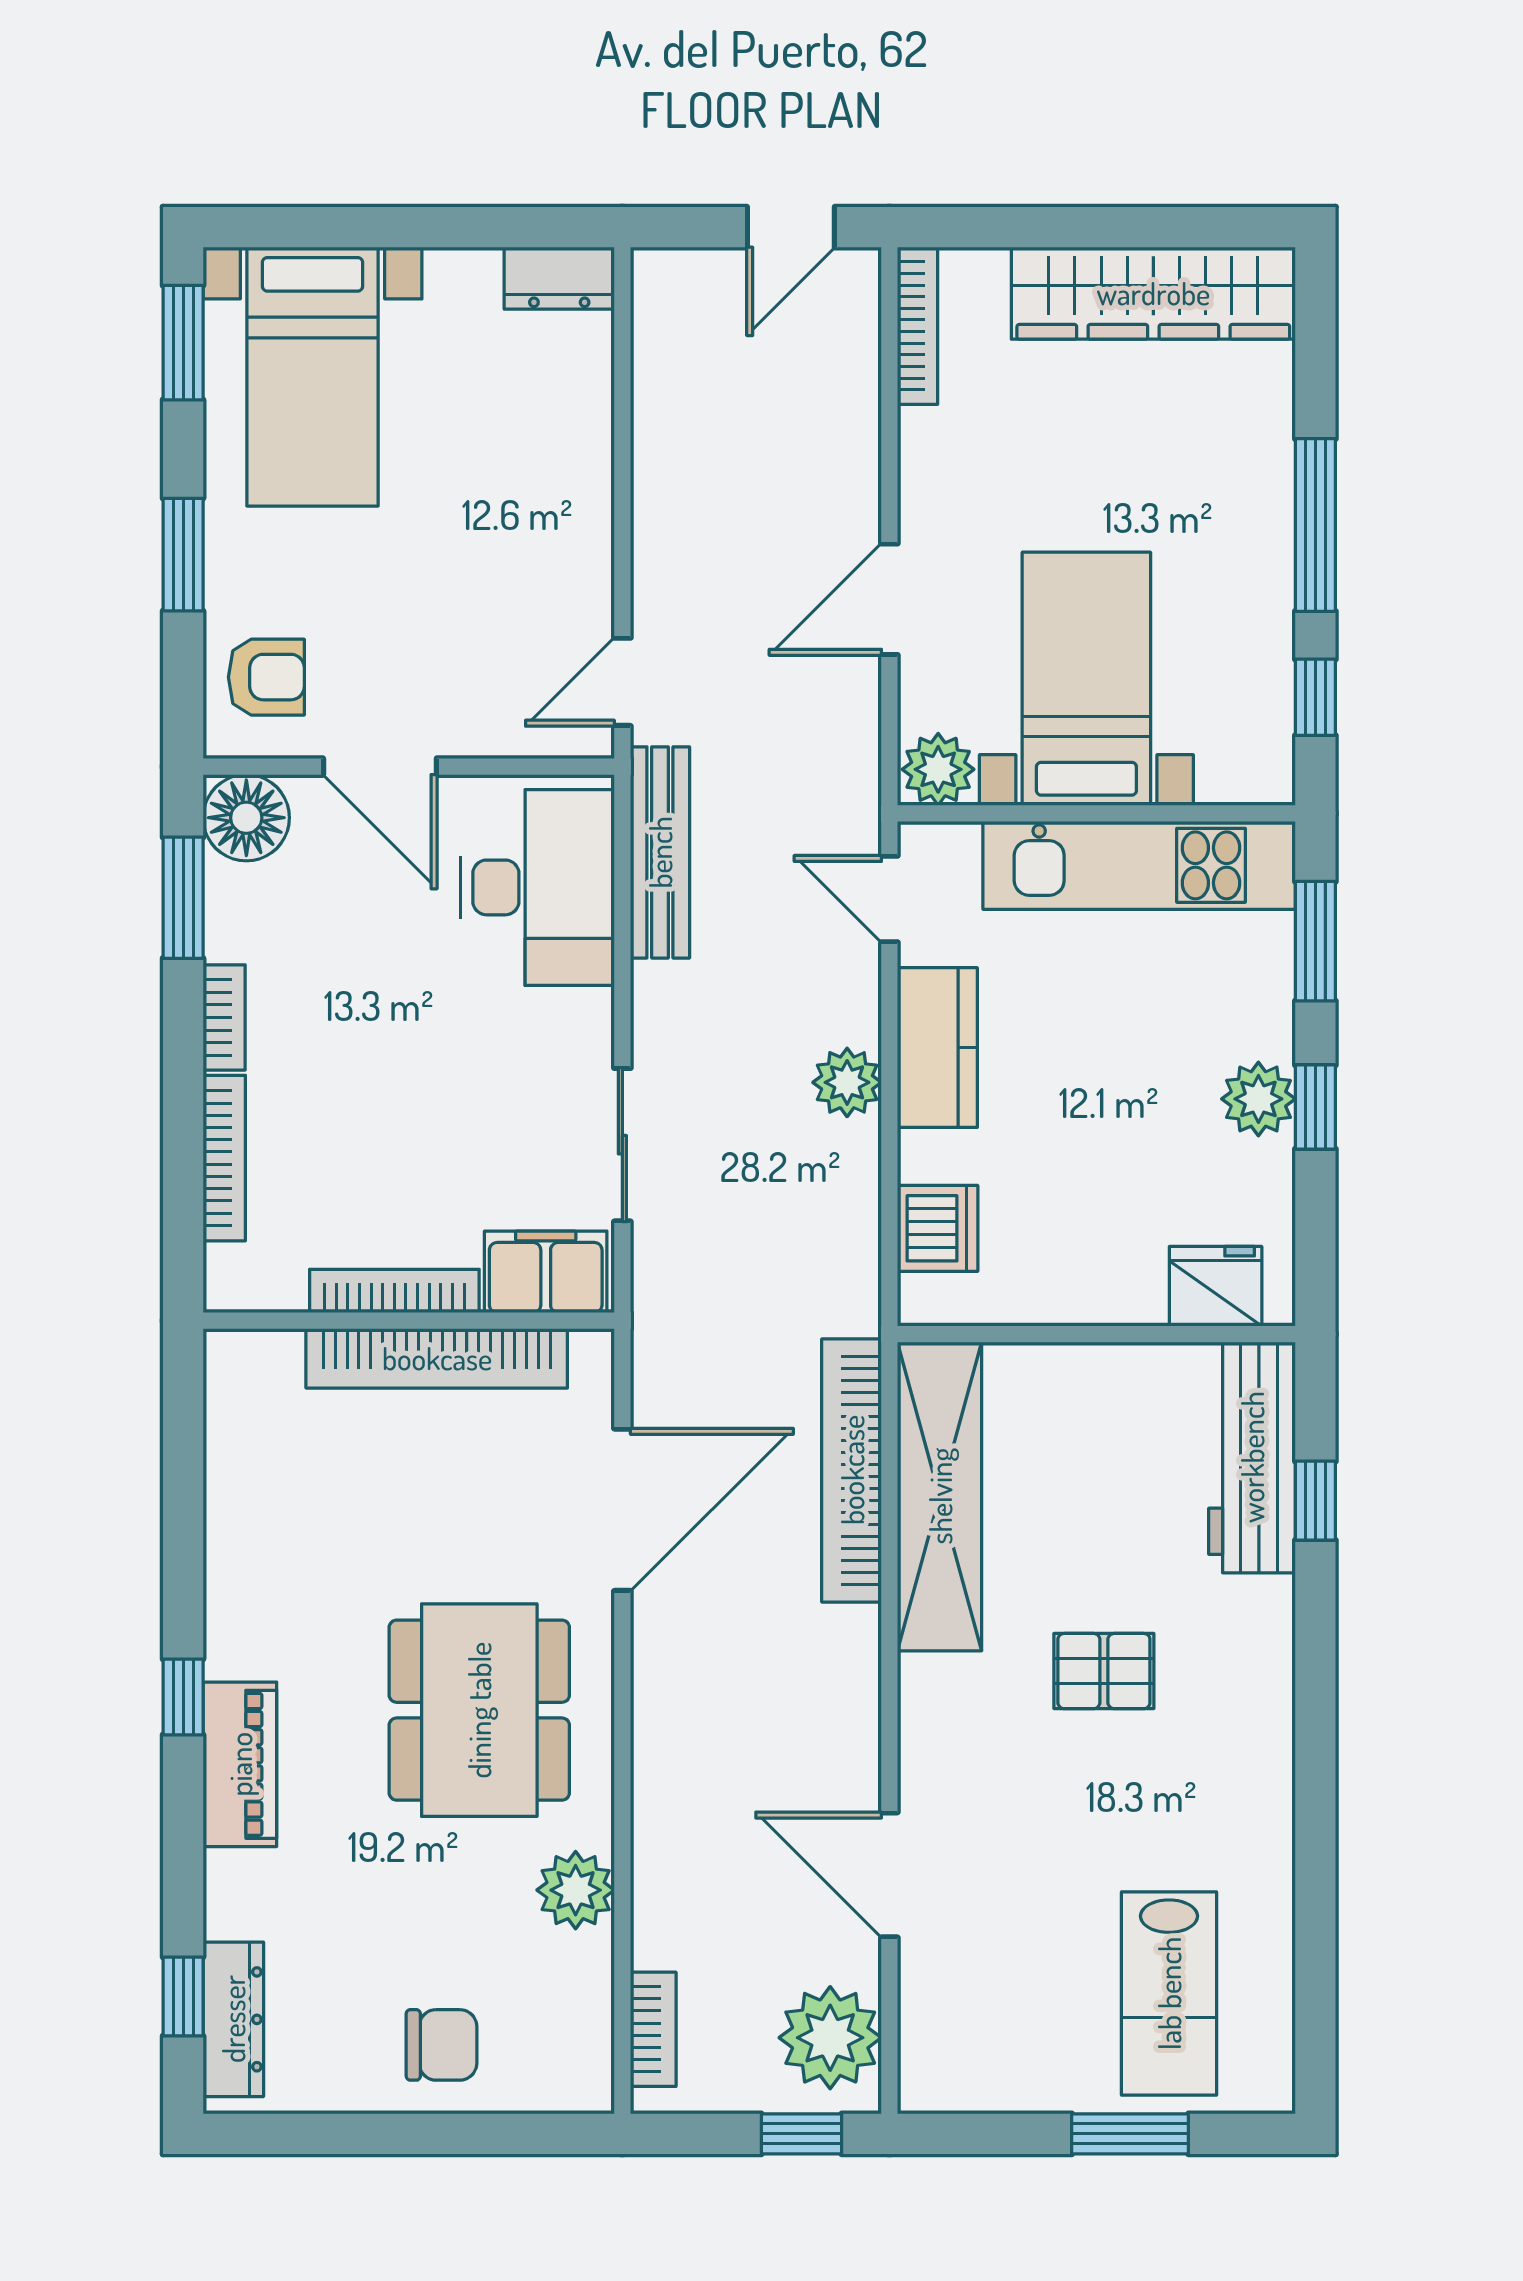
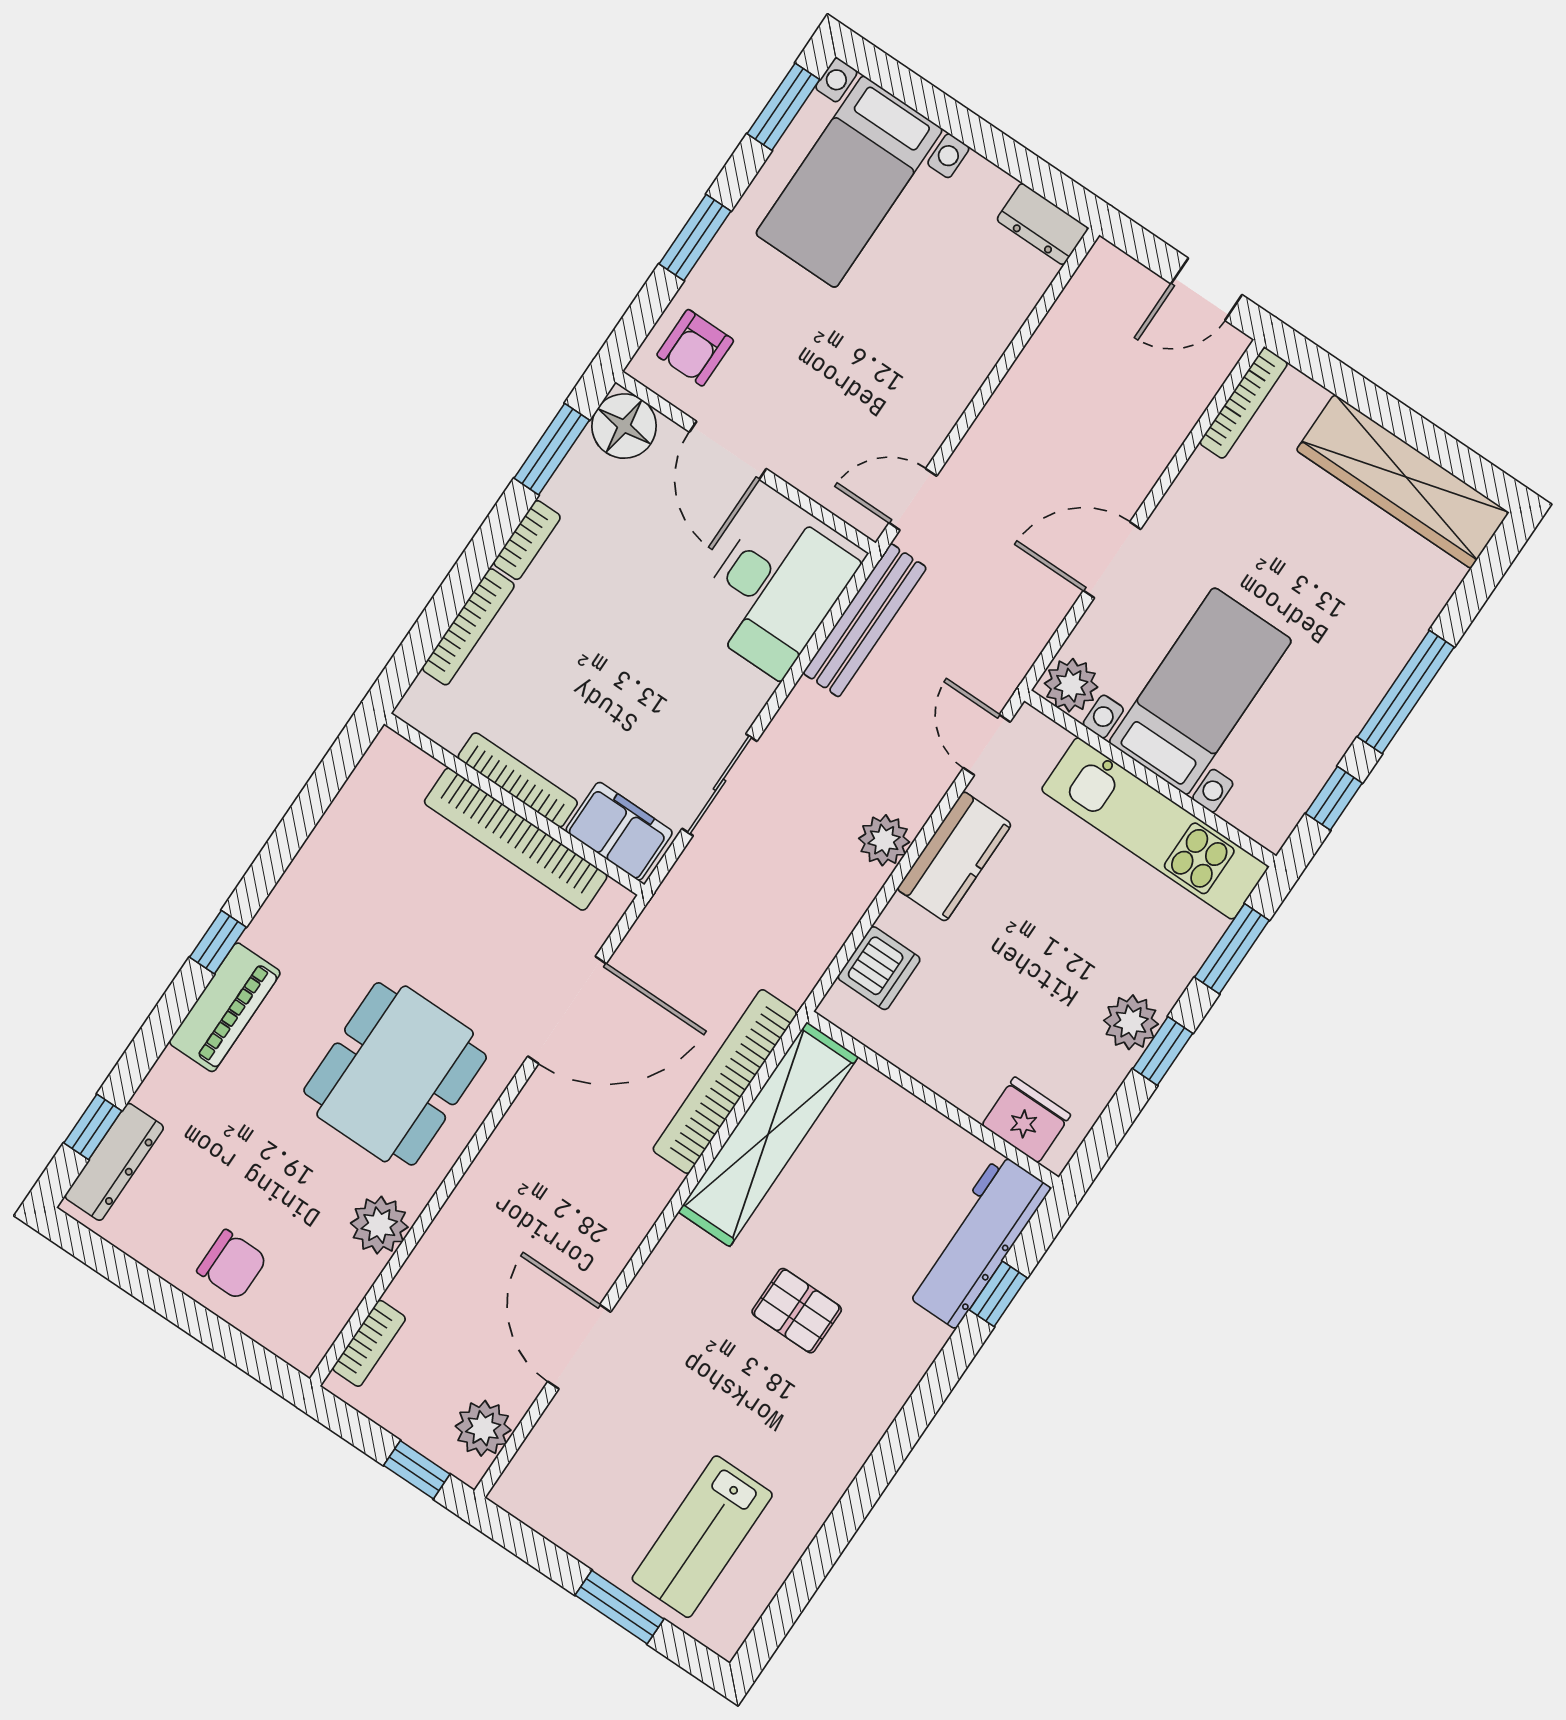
armchair: (266, 677) -> (695, 348), turned 90
plant: (830, 2038) -> (483, 1428), width x0.73, depth x0.73

